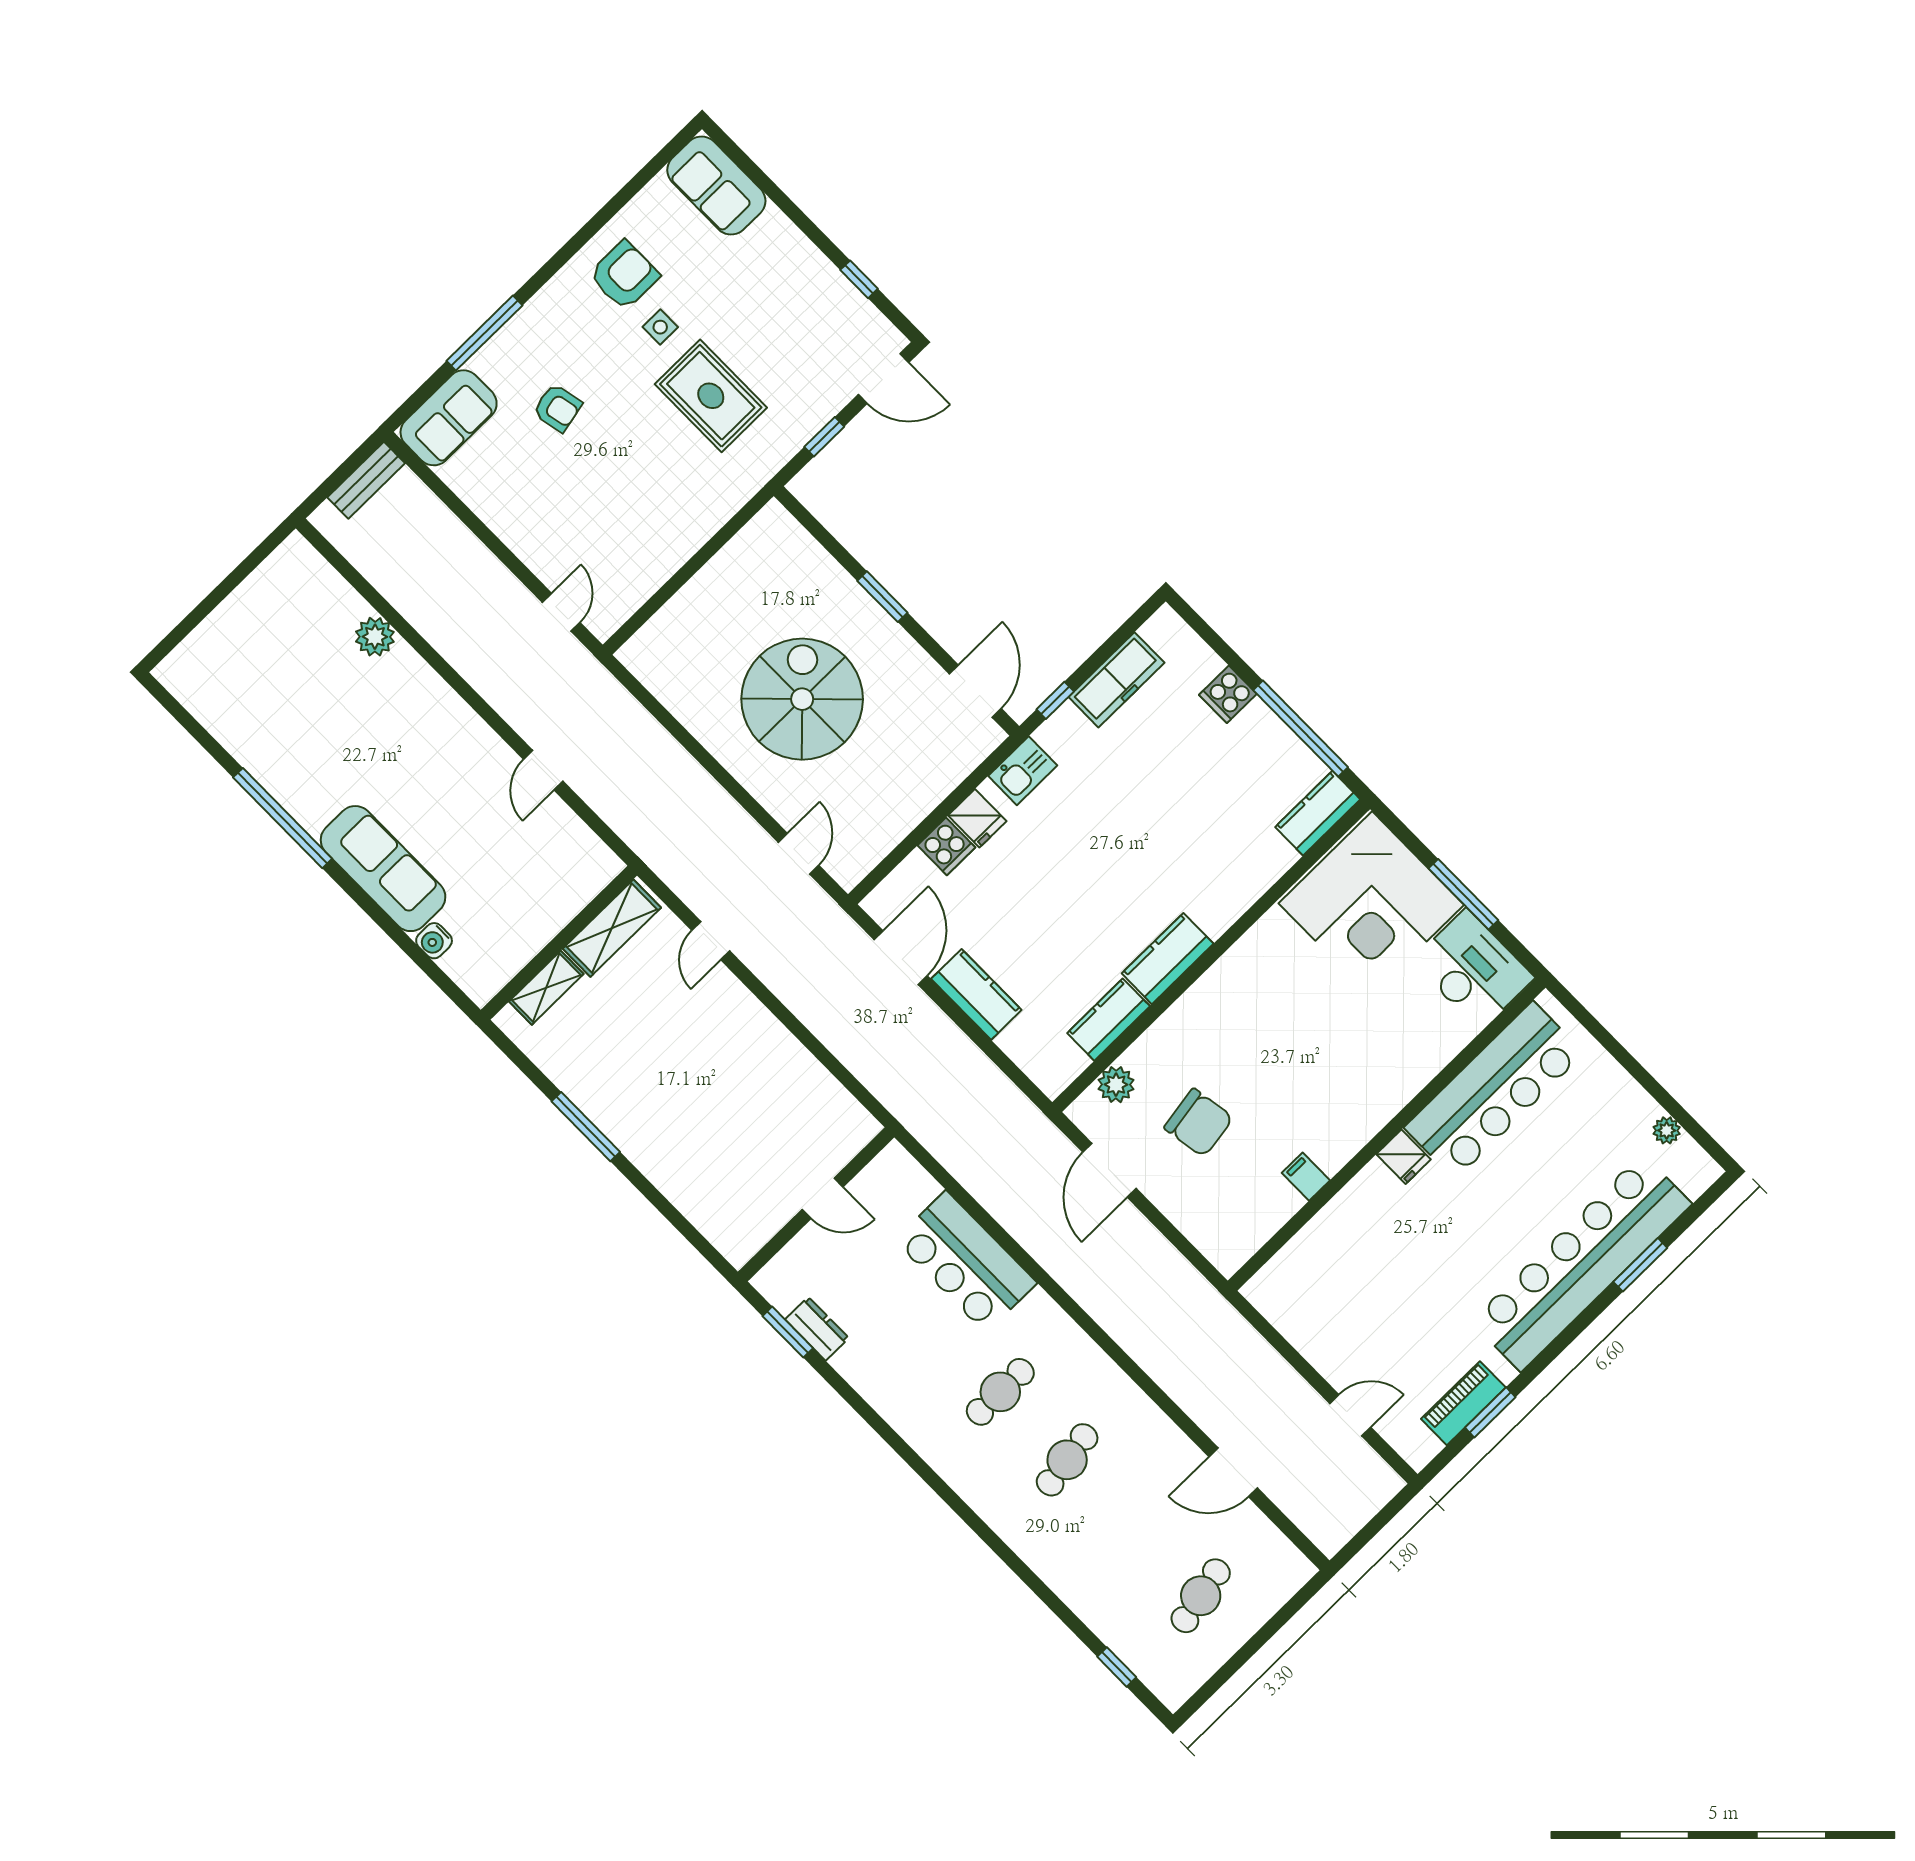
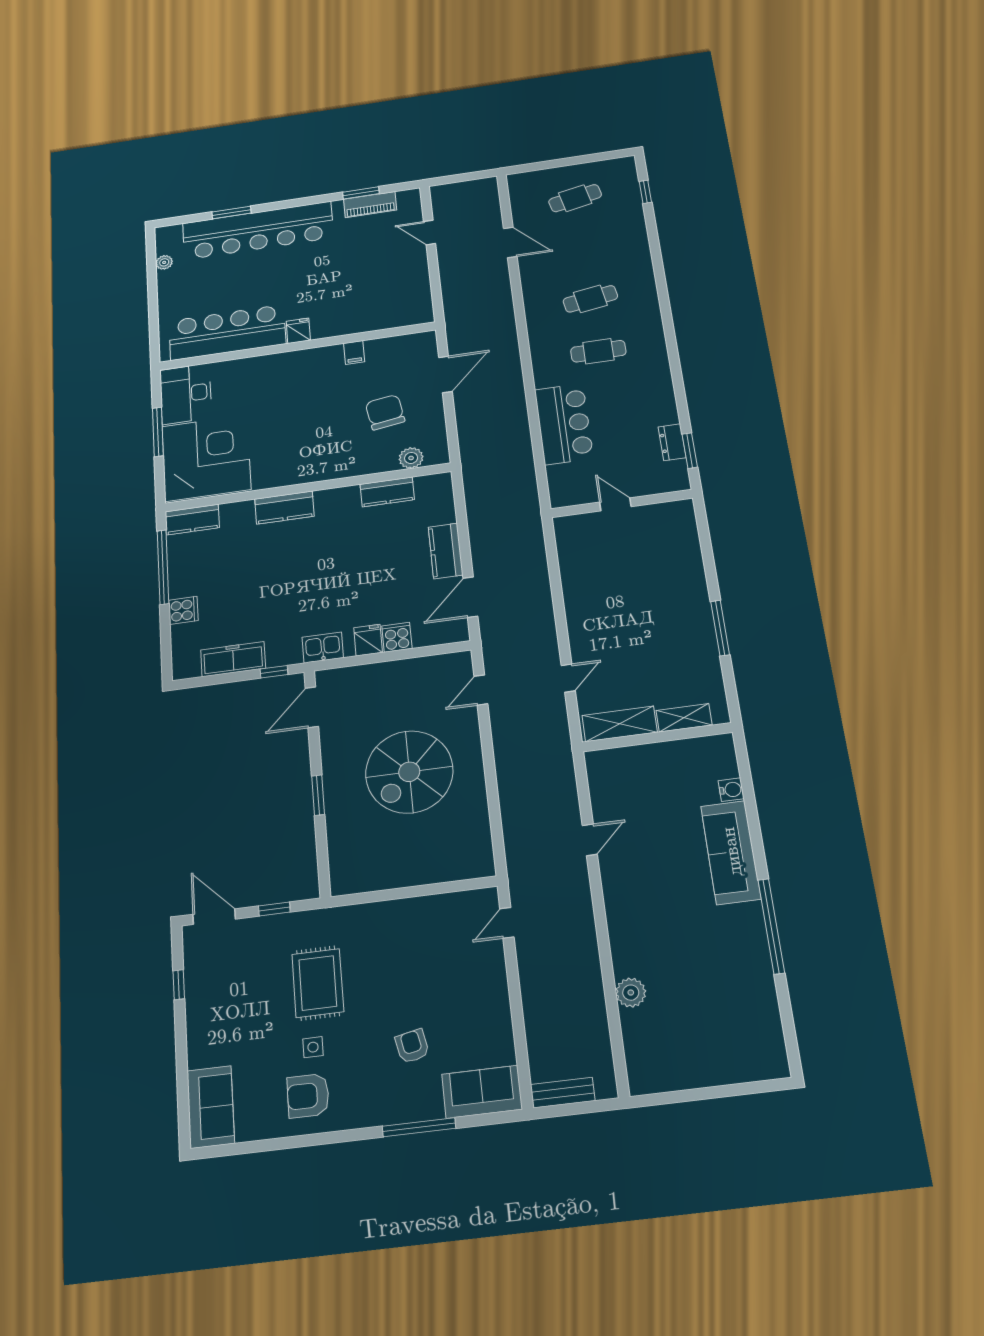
kitchen counter: (1168, 959) -> (284, 508), moved
door: (1109, 1170) -> (445, 374), moved

